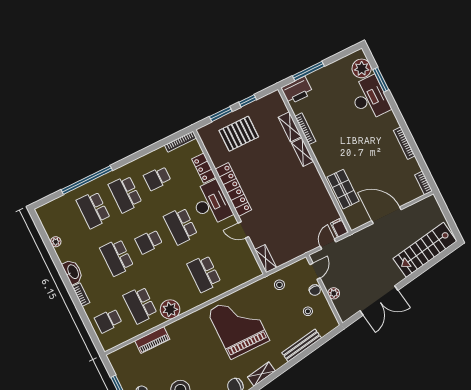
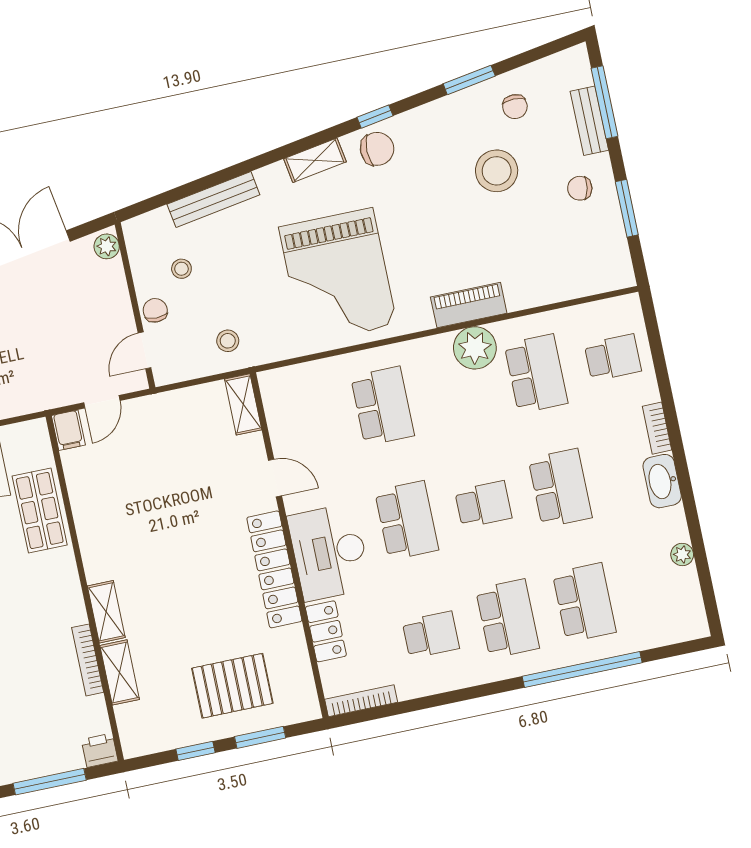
printer: (297, 90) -> (100, 750), width x0.53, depth x0.68
plant: (334, 293) -> (107, 246), moved
piano: (152, 340) -> (469, 305), moved

